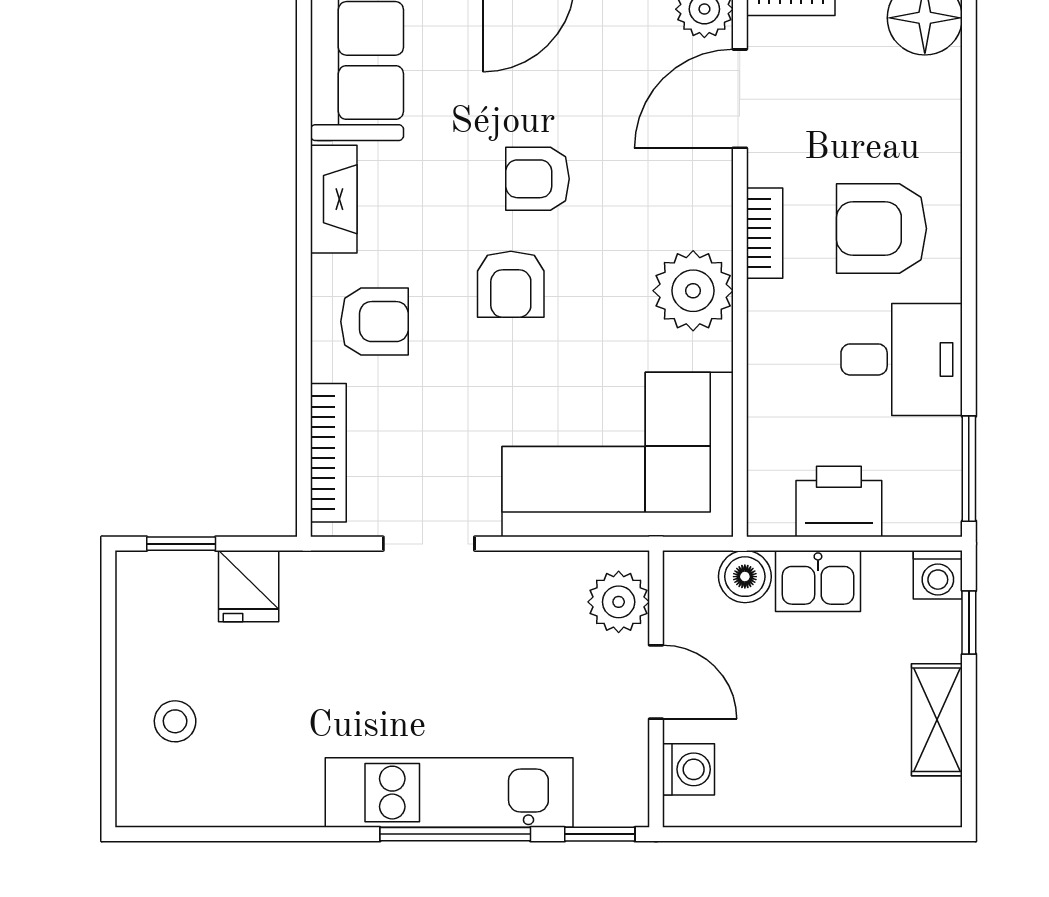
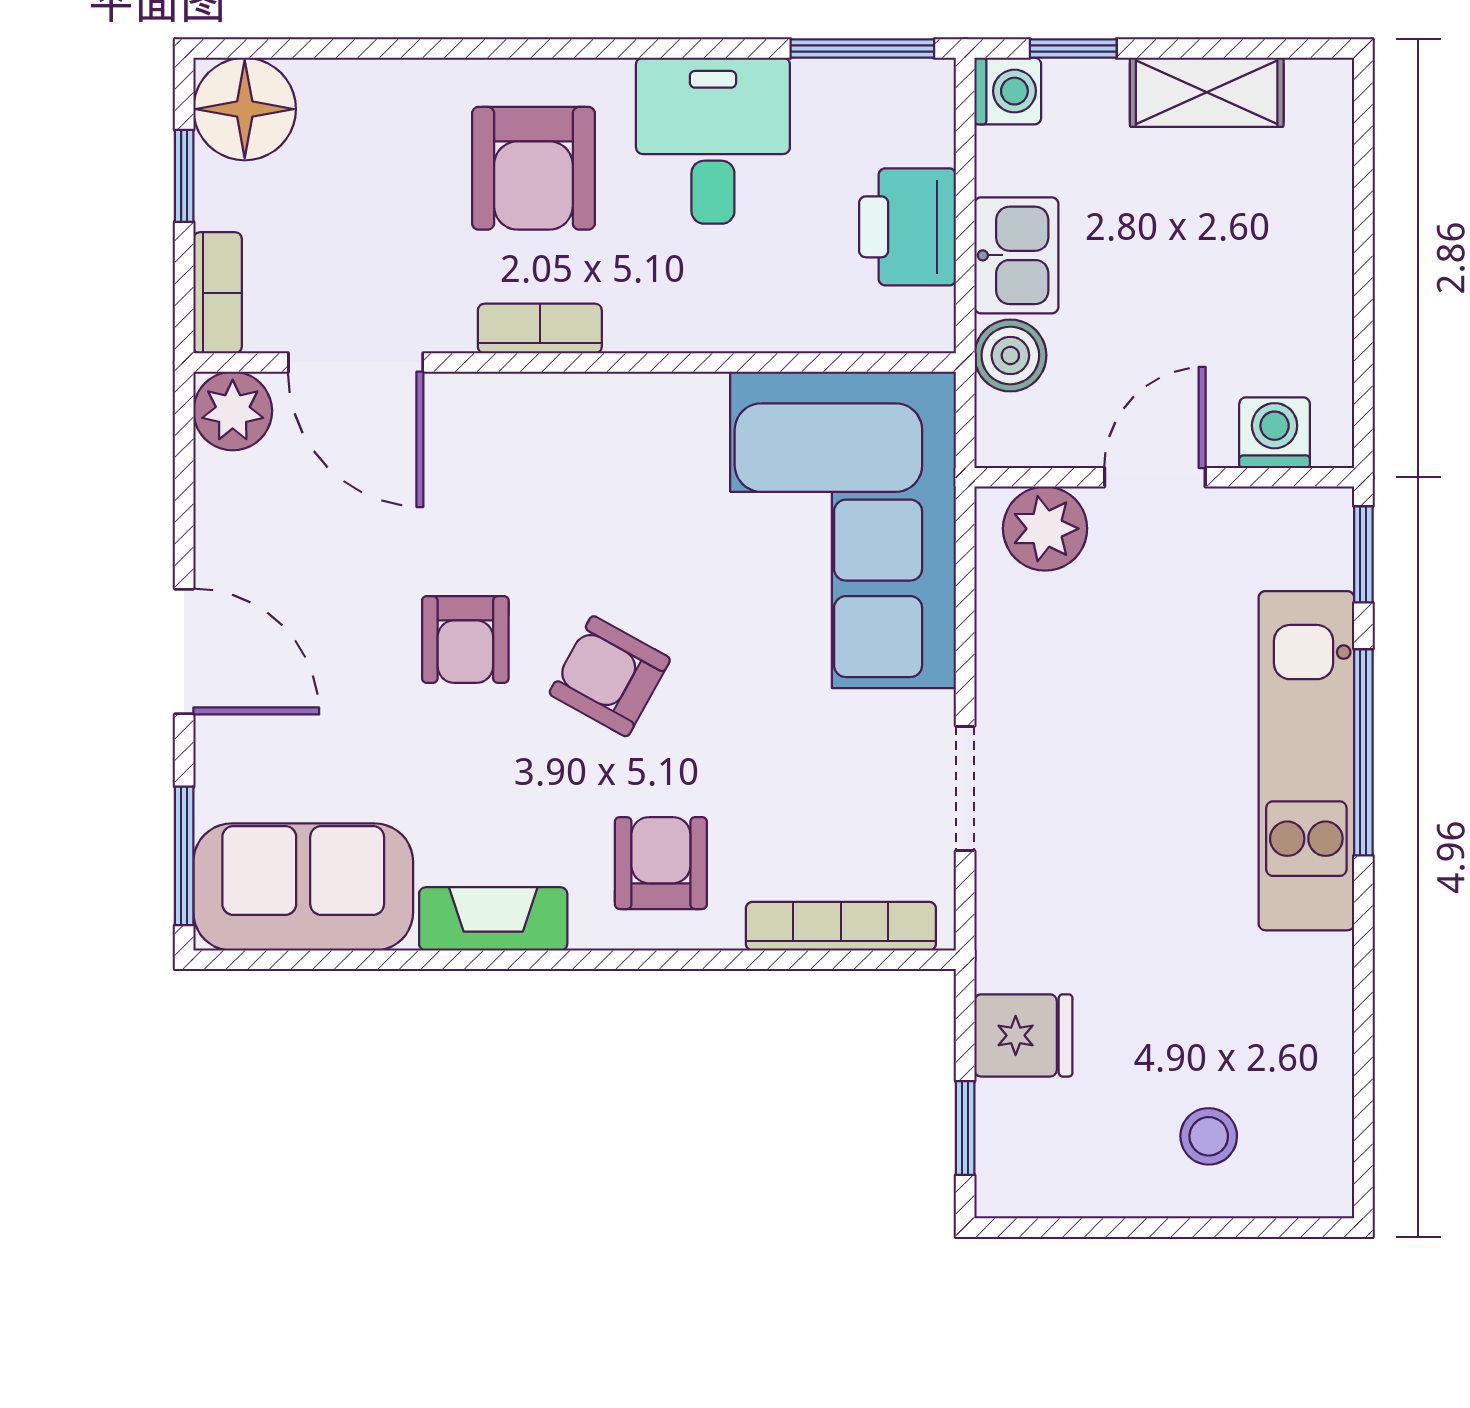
armchair: (511, 284) -> (610, 676), turned -151
plant: (693, 291) -> (619, 427), removed

